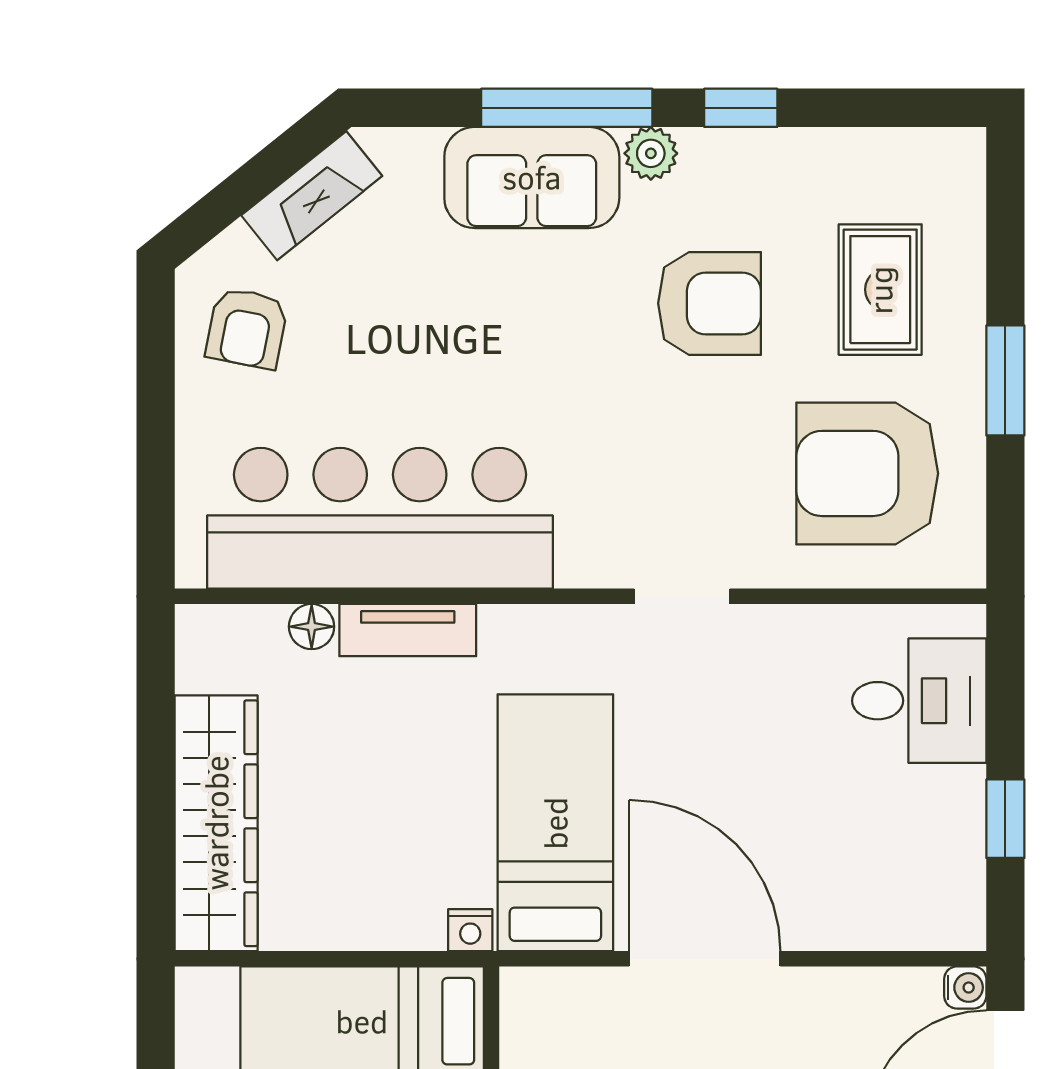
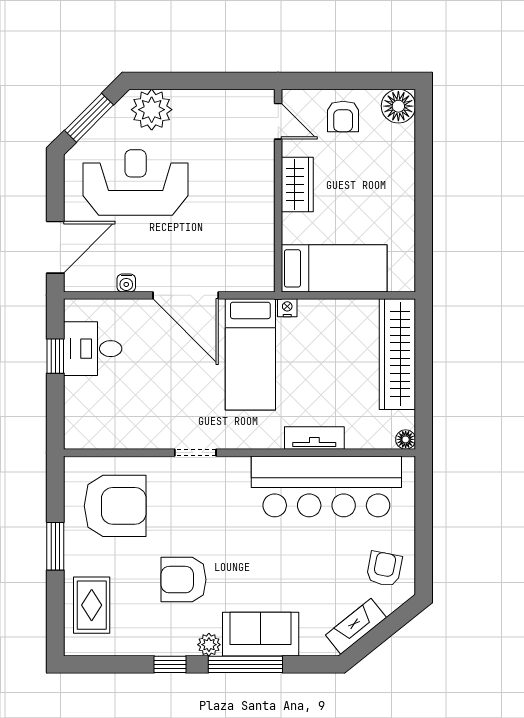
rug: (880, 290) -> (92, 605), moved
floor lamp: (312, 627) -> (406, 439), moved
desk: (919, 701) -> (93, 349), moved
water cooler: (965, 988) -> (126, 283), moved, turned -90

